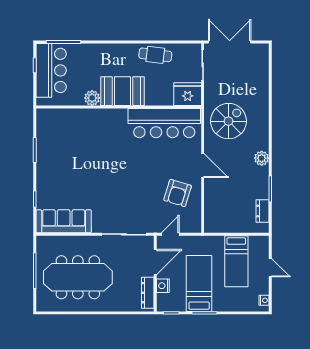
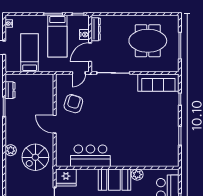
bar counter: (164, 123) -> (90, 156), width x0.73
plant: (262, 158) -> (11, 150), moved
meeting table: (78, 277) -> (148, 41), width x0.73

